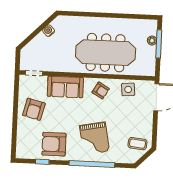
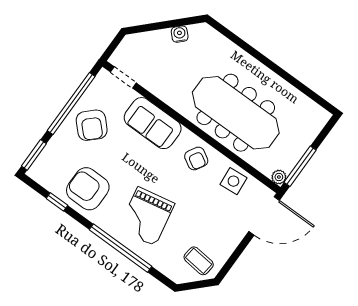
plant: (152, 41) -> (279, 177), moved
window: (159, 44) -> (300, 166), moved
window: (16, 105) -> (71, 103), added
armchair: (34, 109) -> (92, 125), turned -58
window: (14, 145) -> (34, 155), added

